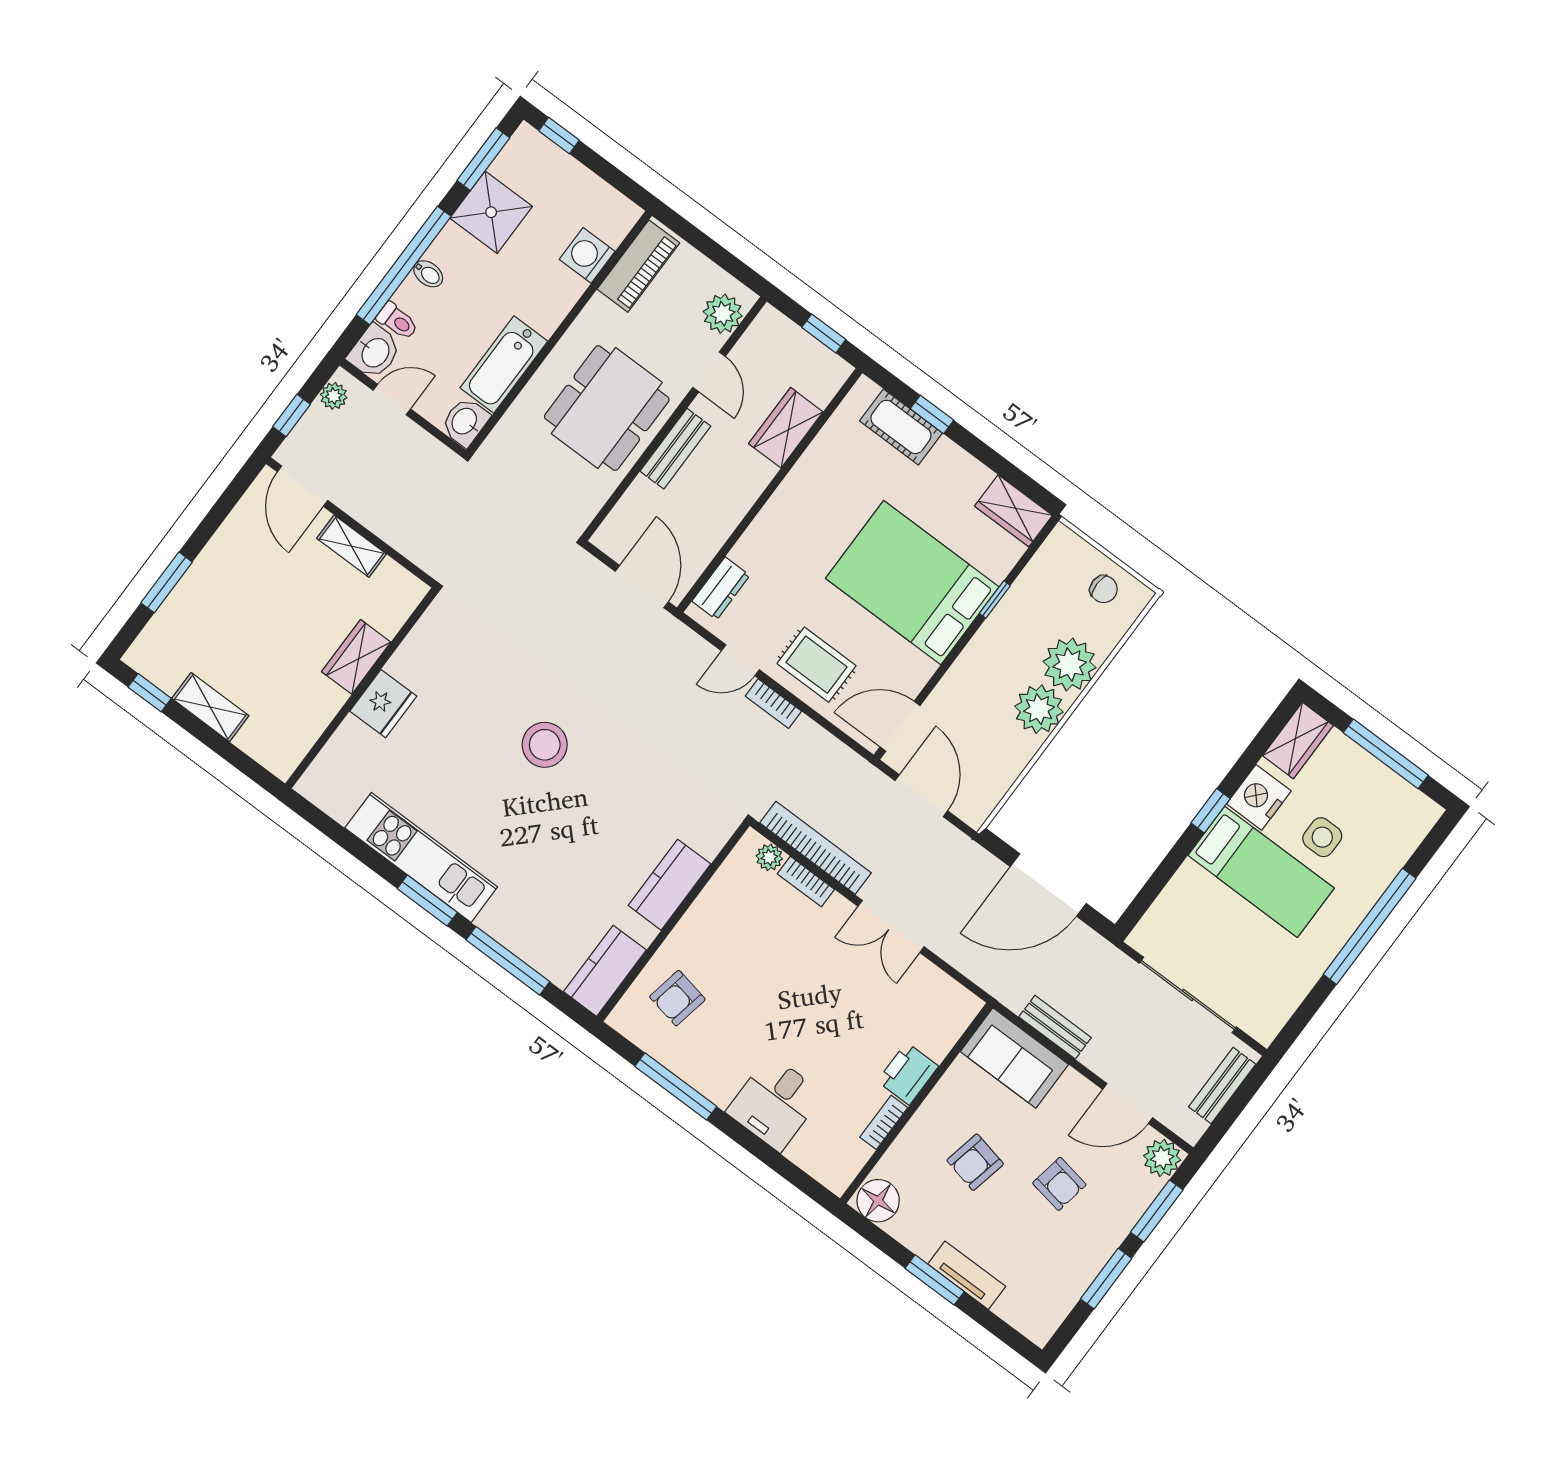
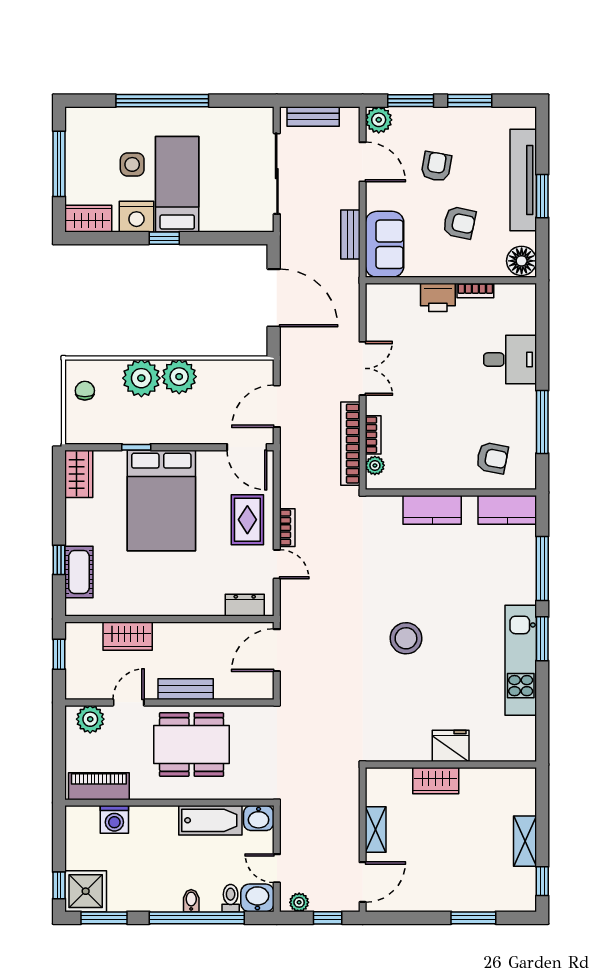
shower: (491, 212) -> (86, 891), moved
tv unit: (967, 1275) -> (523, 180), width x1.92, depth x1.29

